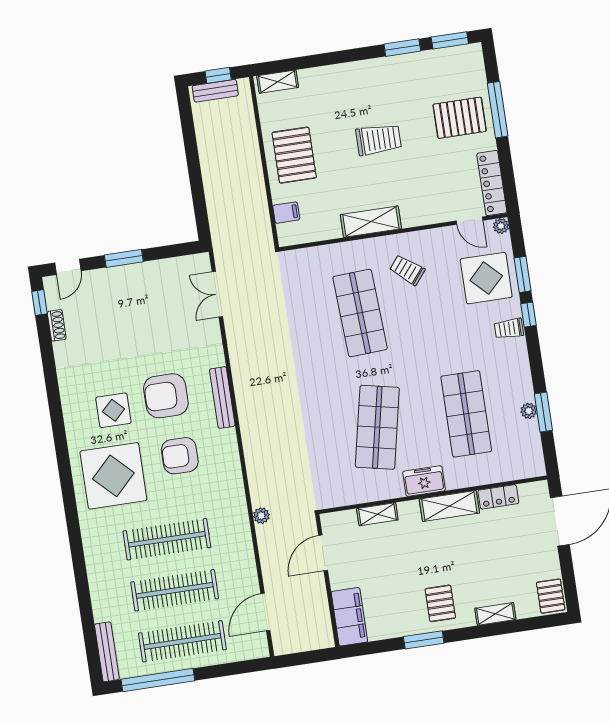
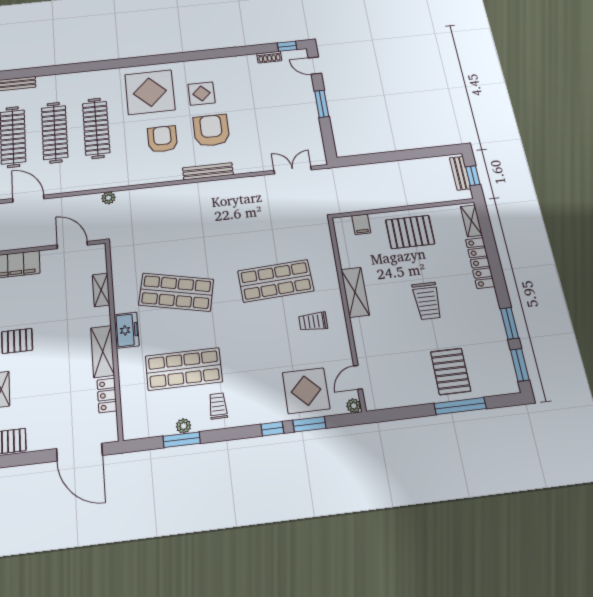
locker: (492, 183) -> (480, 263), moved, turned -90
trolley: (407, 270) -> (313, 321), turned -129
trolley: (509, 329) -> (218, 406), moved

